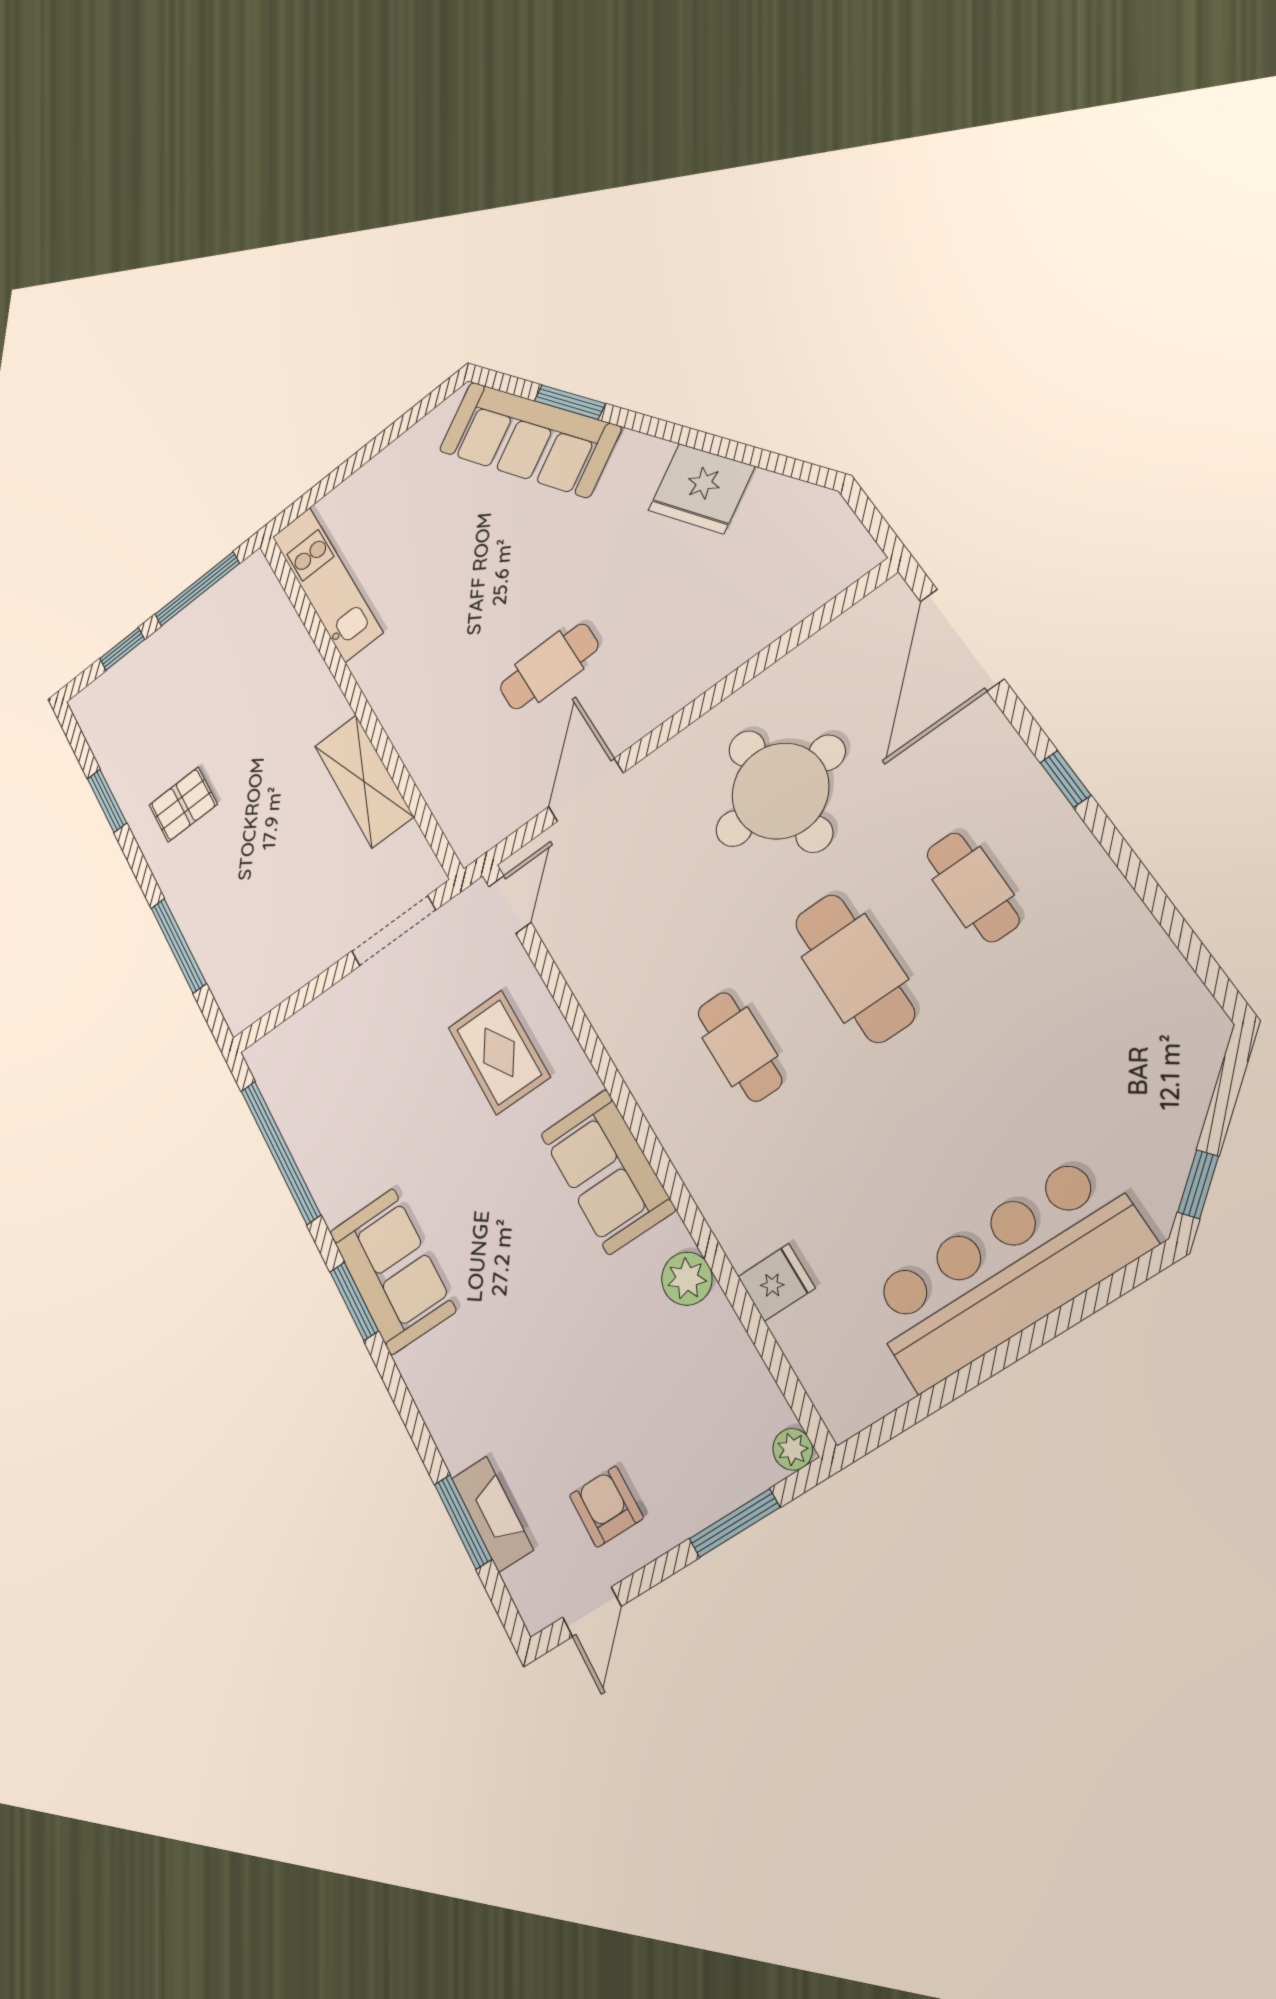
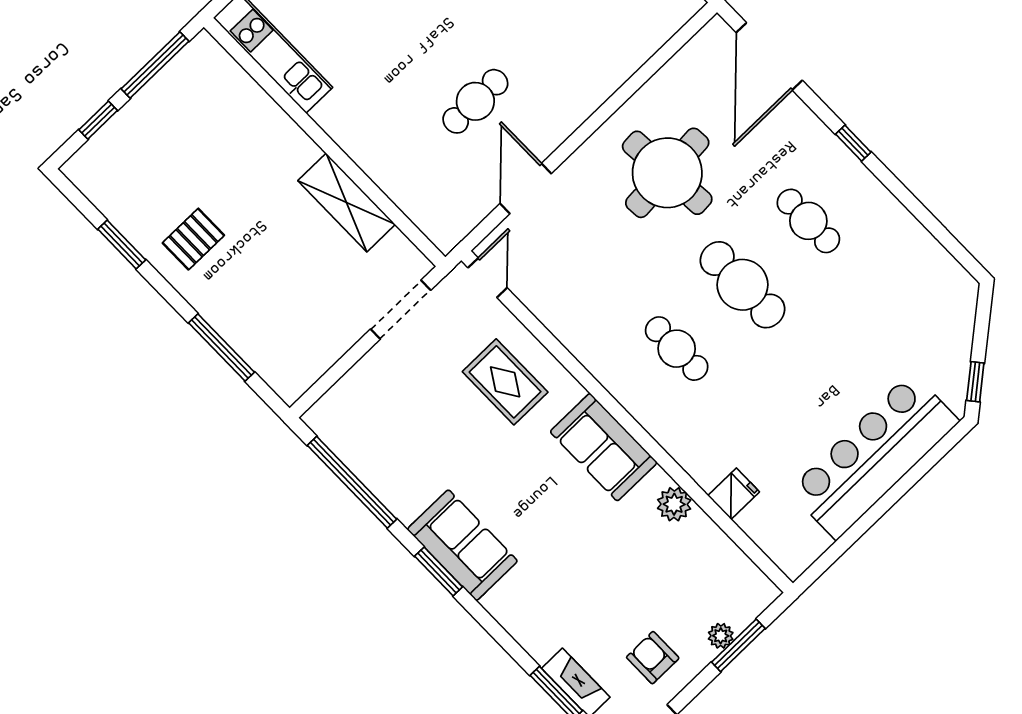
plant: (793, 1449) -> (721, 636), moved

